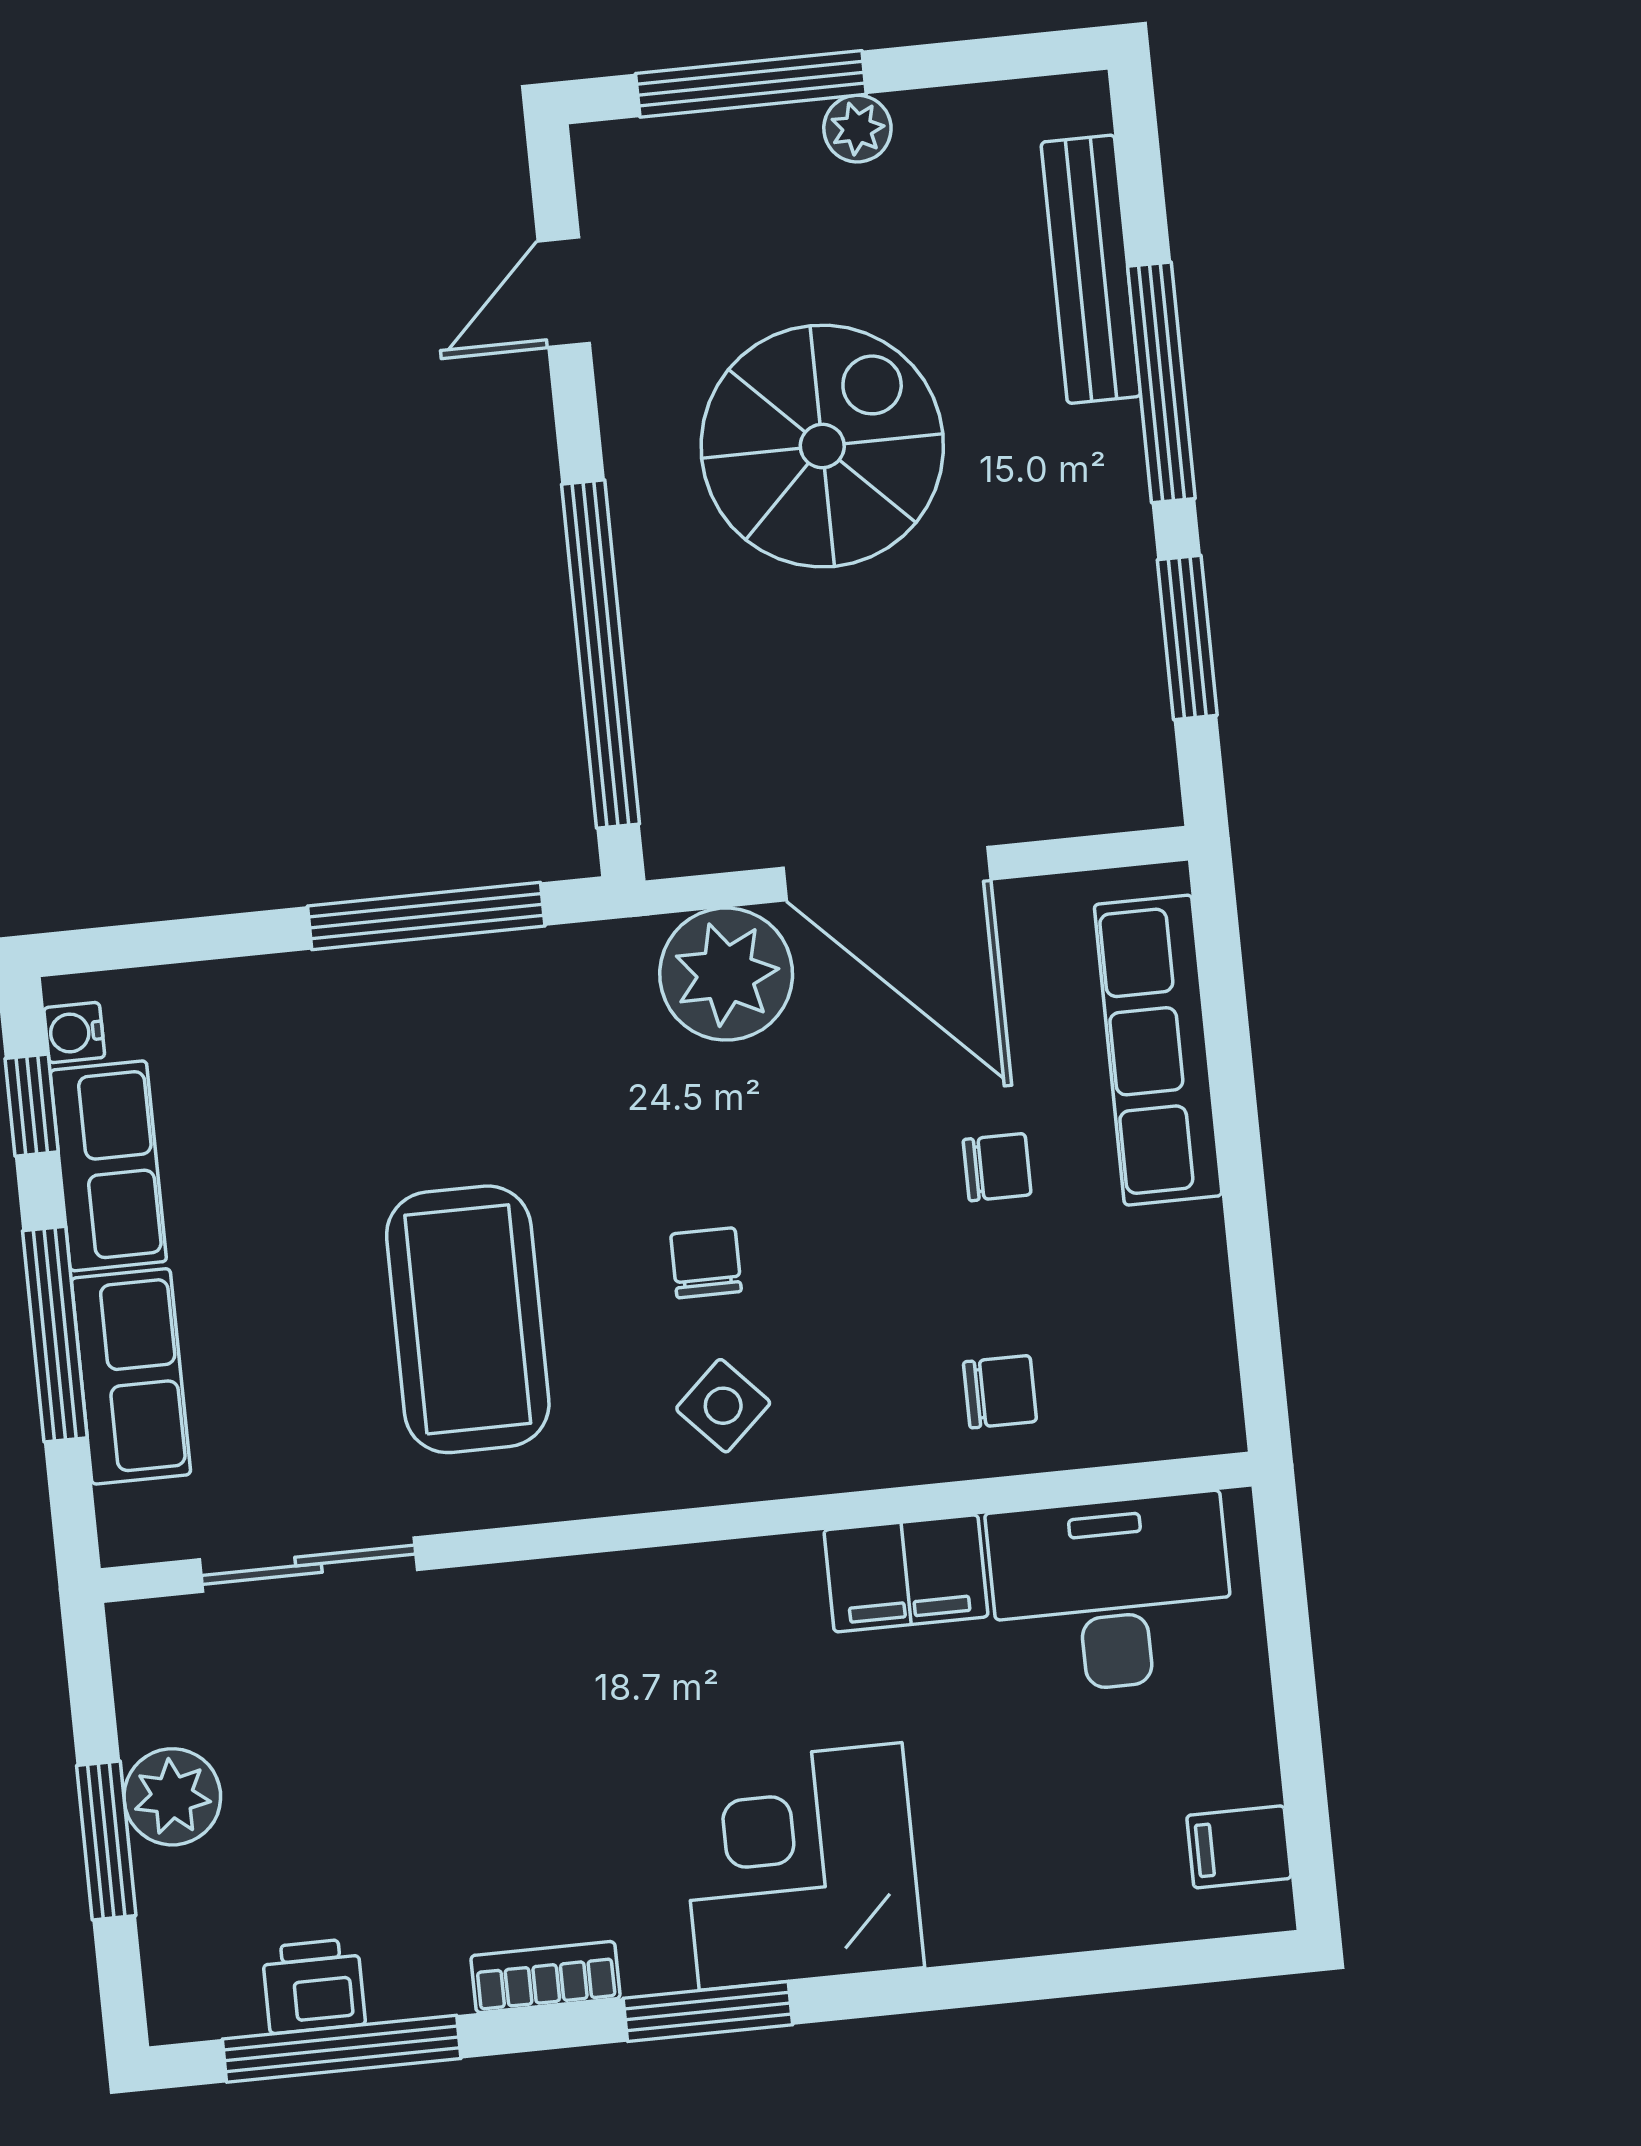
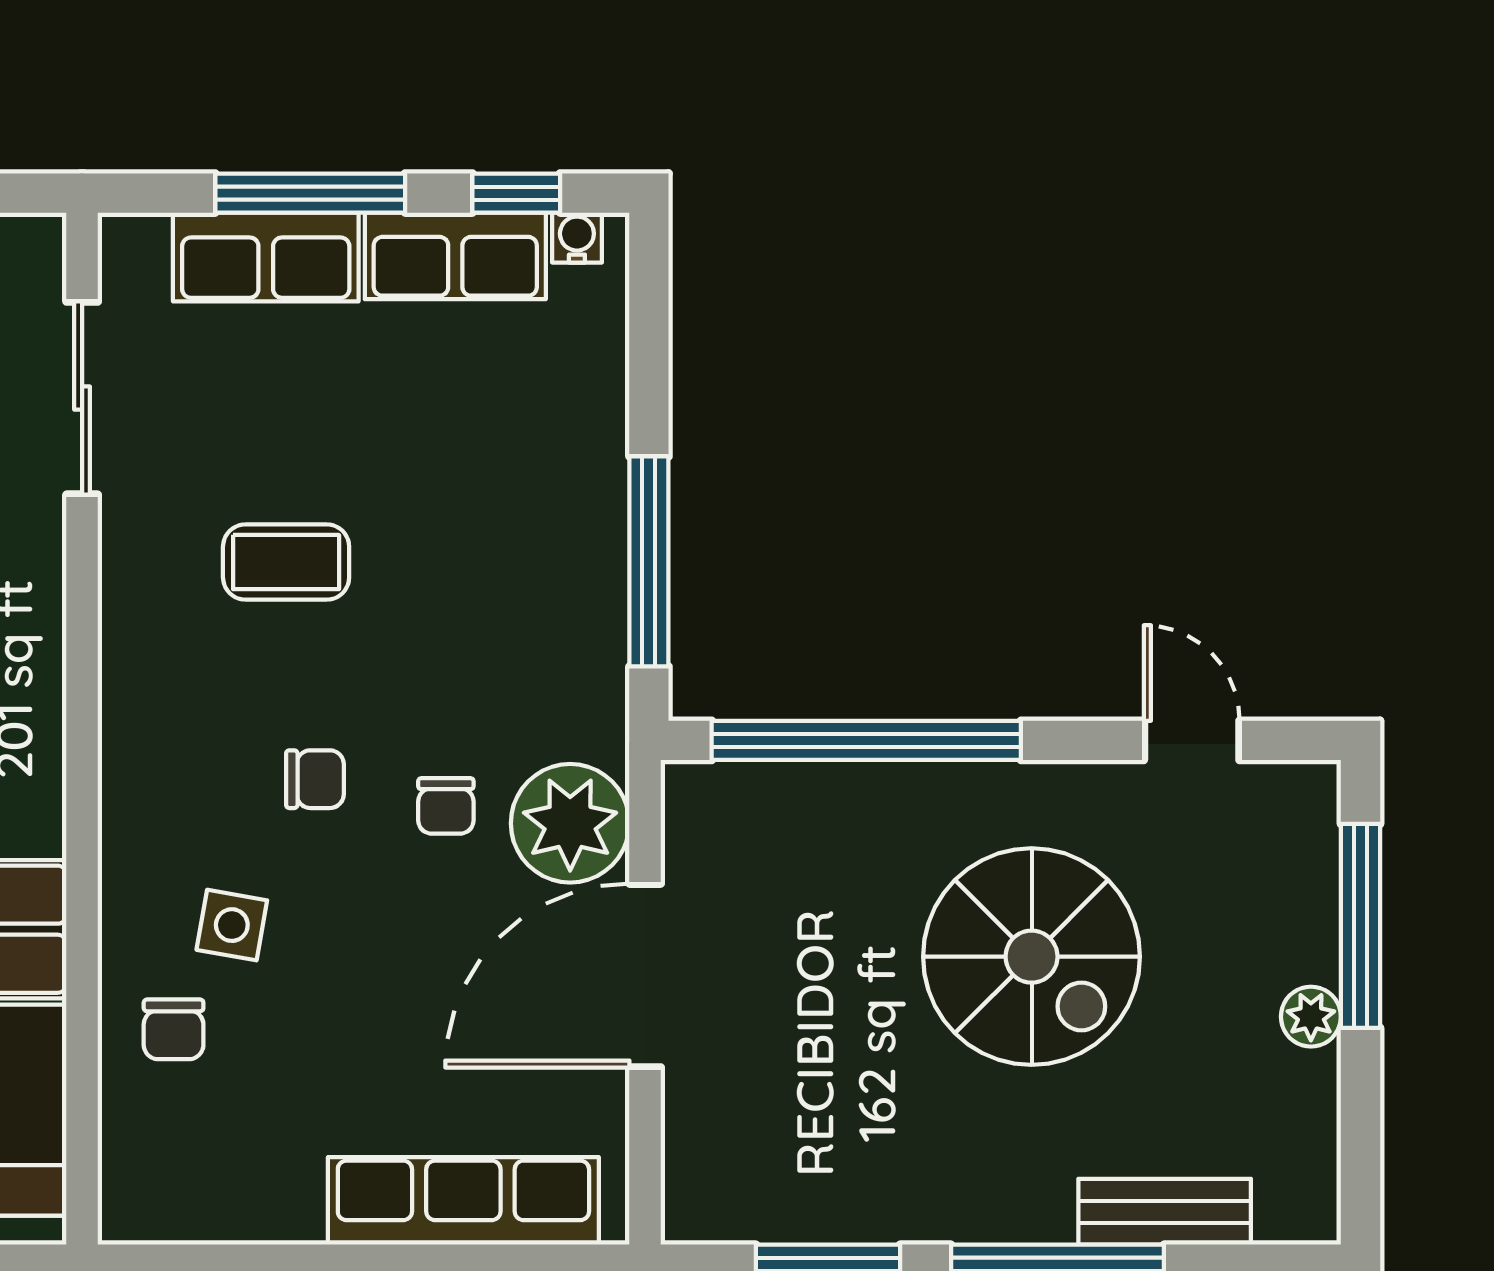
bench: (1091, 269) -> (1165, 1212), width x0.73
chair: (997, 1167) -> (446, 806), moved
coffee table: (468, 1319) -> (286, 562), width x0.54, depth x0.58
side table: (723, 1406) -> (232, 925), moved, turned -37

